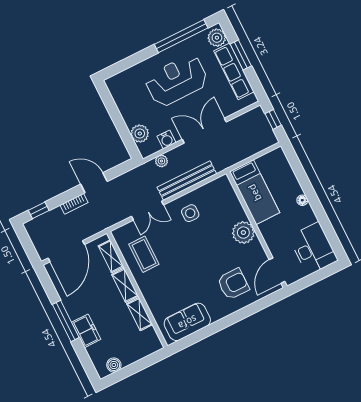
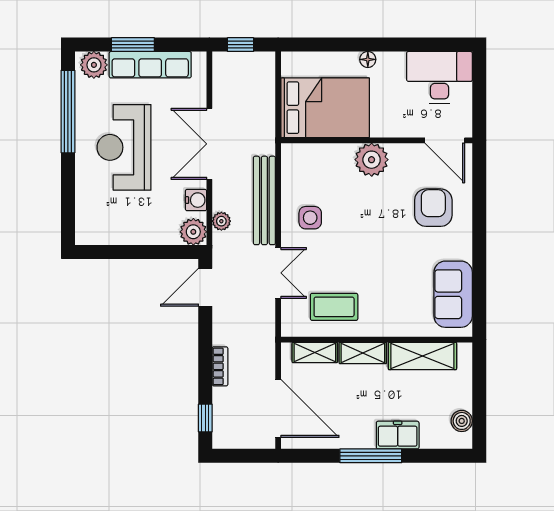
plant: (140, 134) -> (193, 232), moved
door: (94, 183) -> (205, 287), moved
bed: (255, 192) -> (325, 108), width x1.50
shelving: (140, 314) -> (422, 356), width x1.50, depth x1.33

